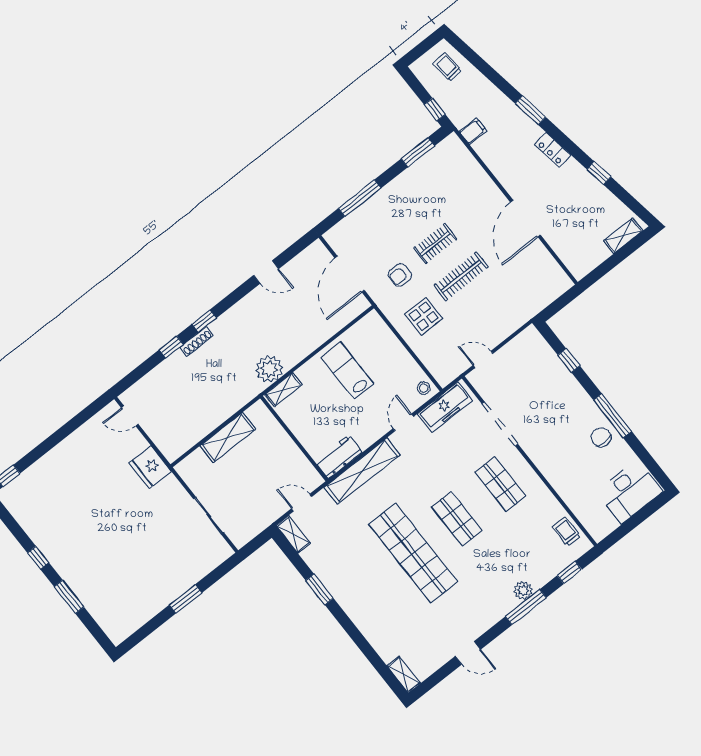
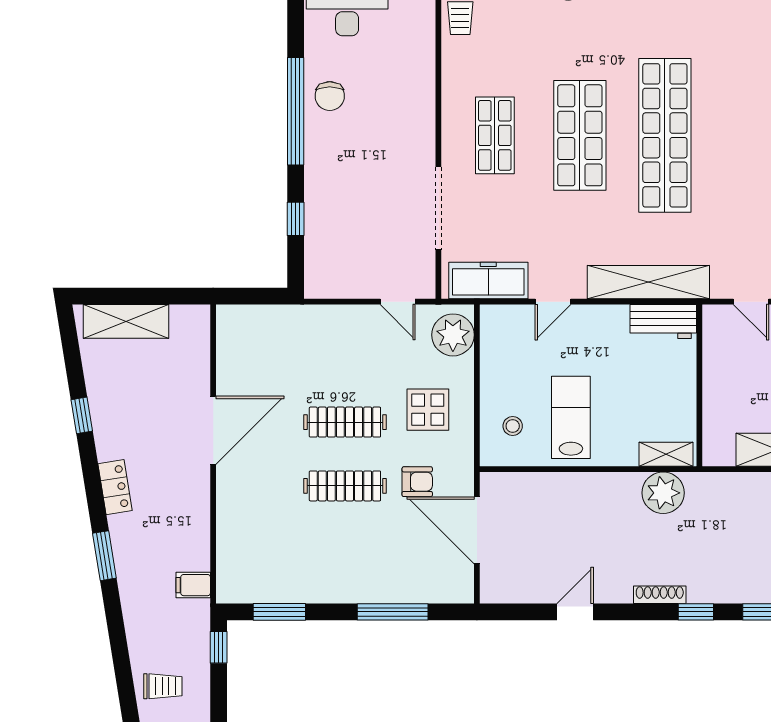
trolley: (448, 67) -> (163, 686), turned -85
shelving: (623, 236) -> (126, 321), width x1.50, depth x1.33
clothes rail: (435, 244) -> (345, 486), width x1.36
door: (266, 272) -> (575, 612), hinge flipped
door: (350, 274) -> (477, 530), swing flipped
shoe rack: (196, 341) -> (660, 595), moved
plant: (441, 365) -> (453, 335), added
lab bench: (347, 370) -> (571, 417), turned 180
stool: (424, 388) -> (513, 426), moved
window: (612, 416) -> (296, 111), width x1.46
shop shelf: (457, 519) -> (580, 135), width x1.43, depth x1.36

